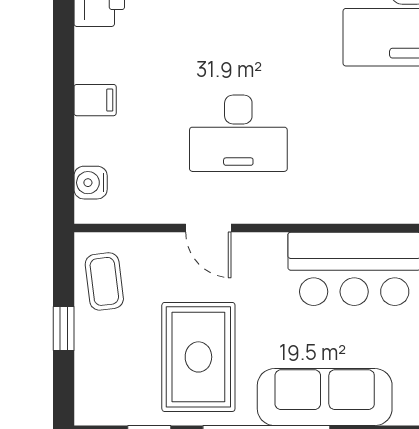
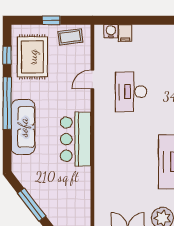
filing cabinet: (95, 100) -> (125, 33), moved
rug: (198, 357) -> (32, 57), moved, turned 90

